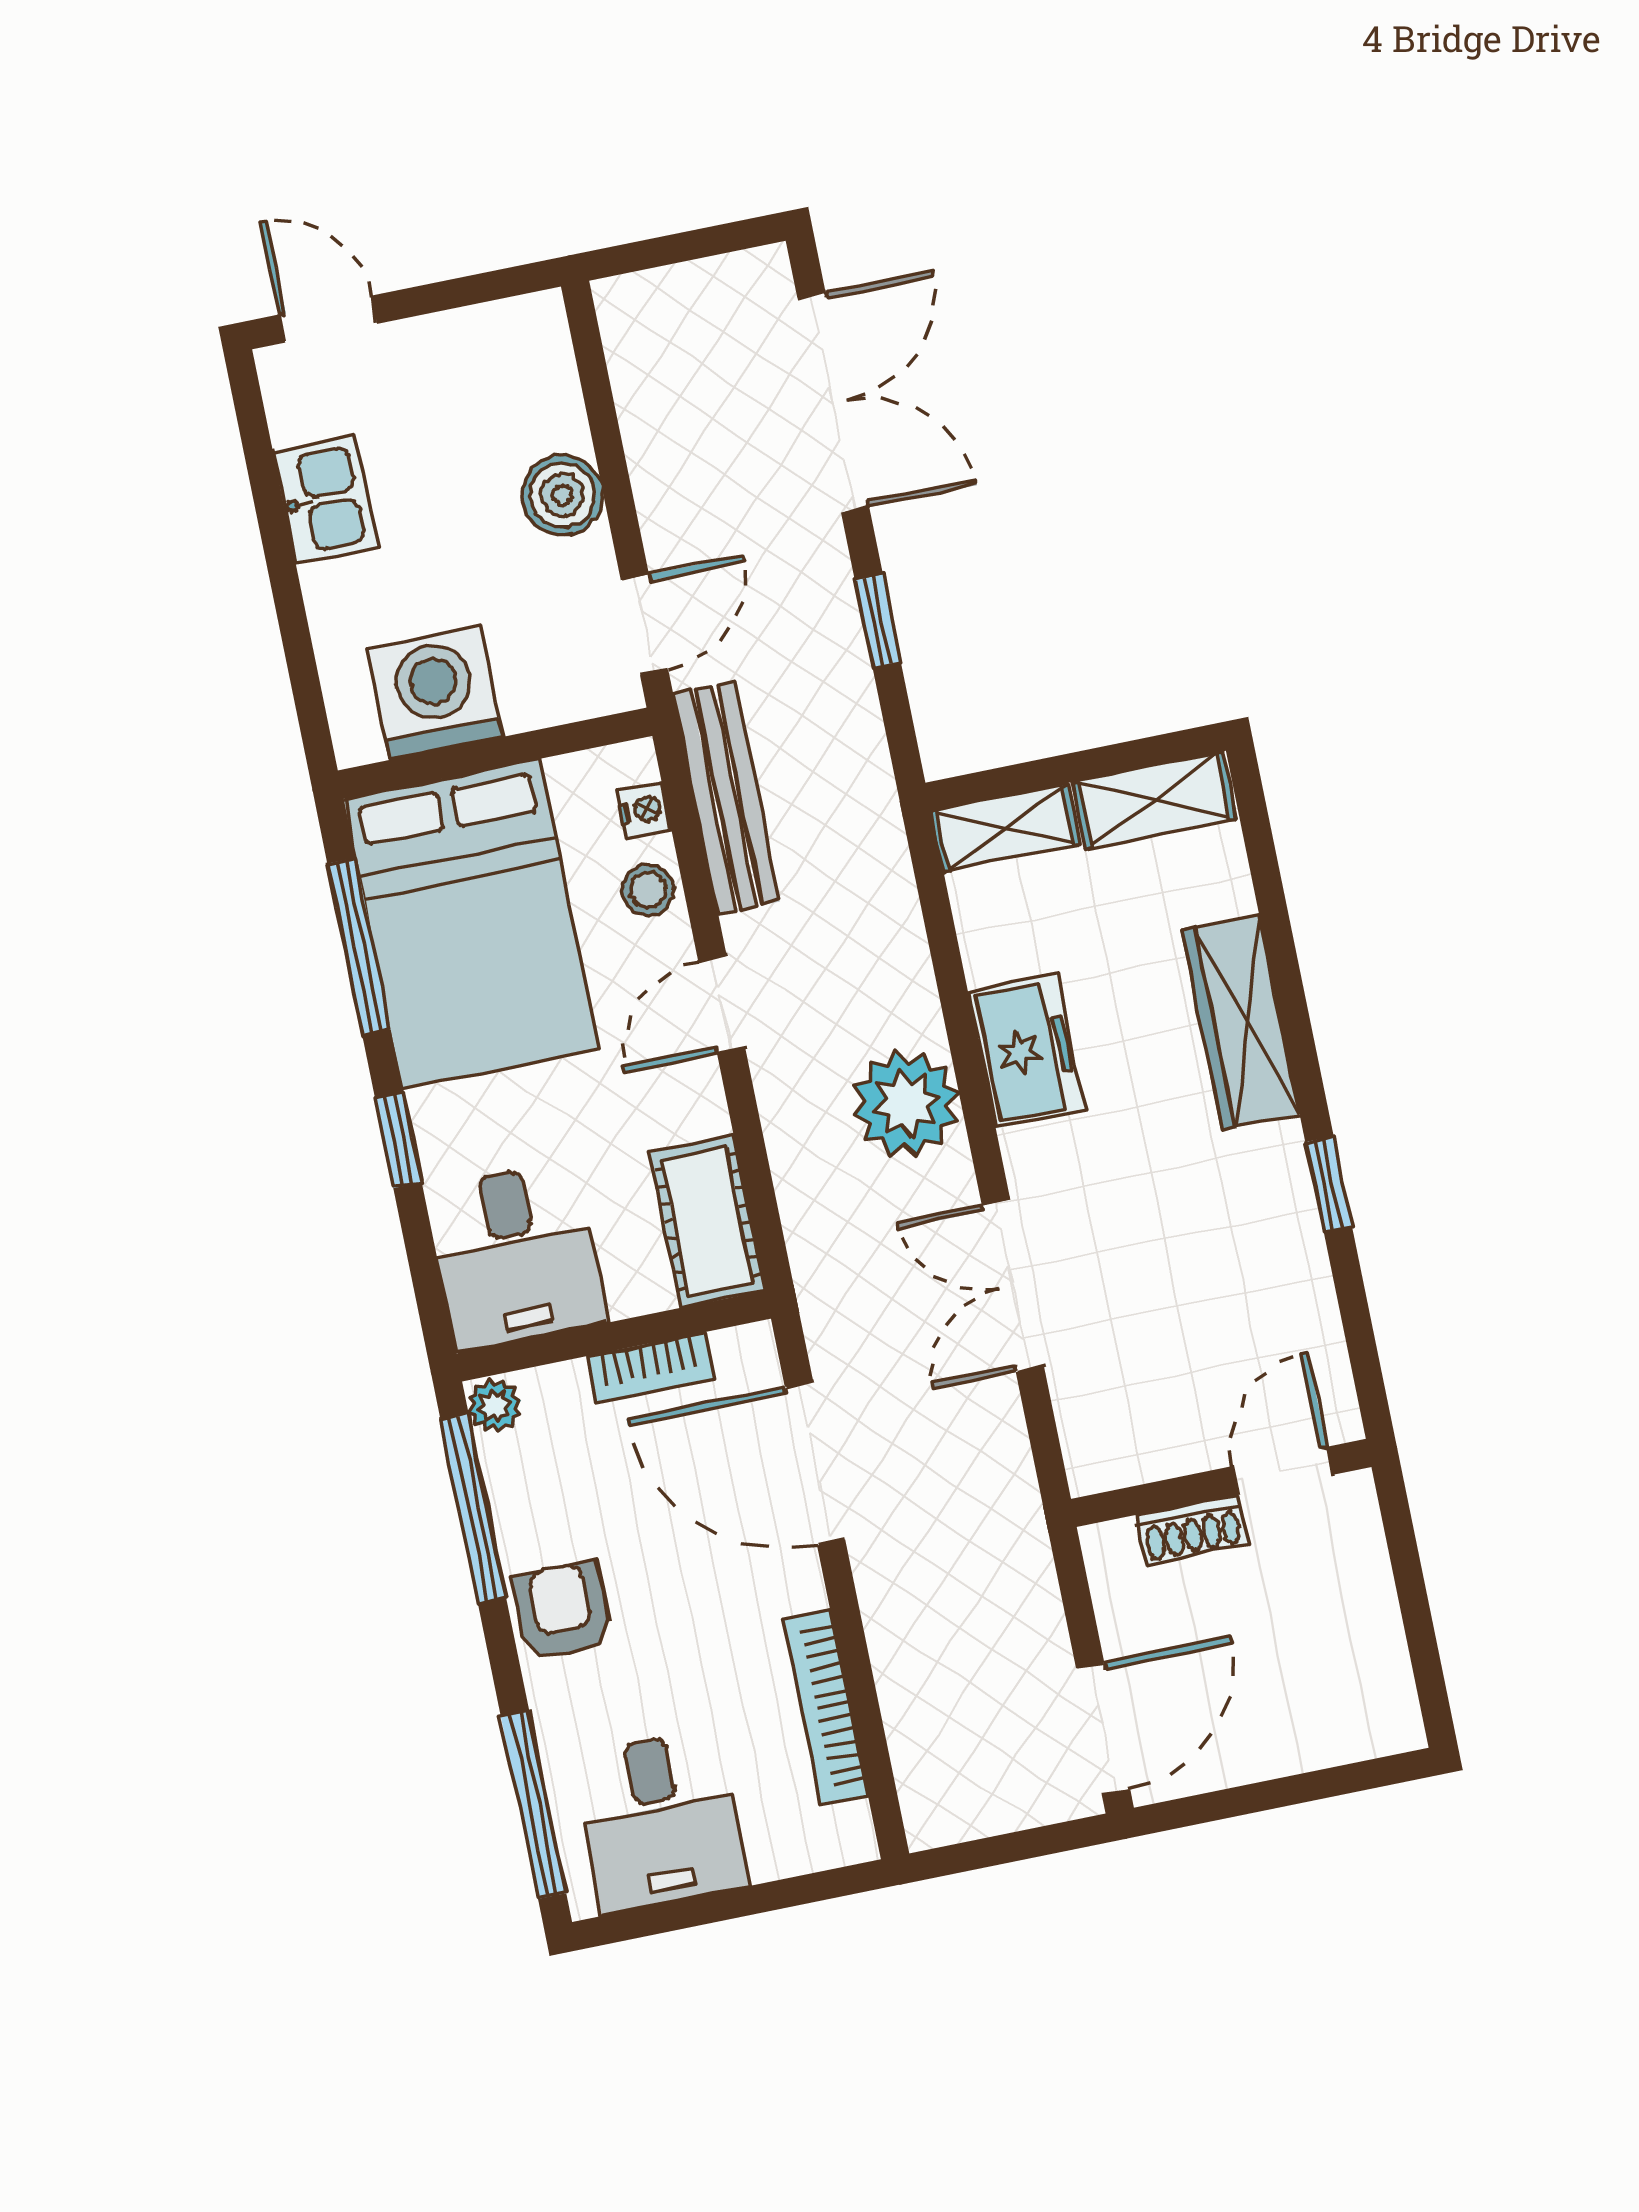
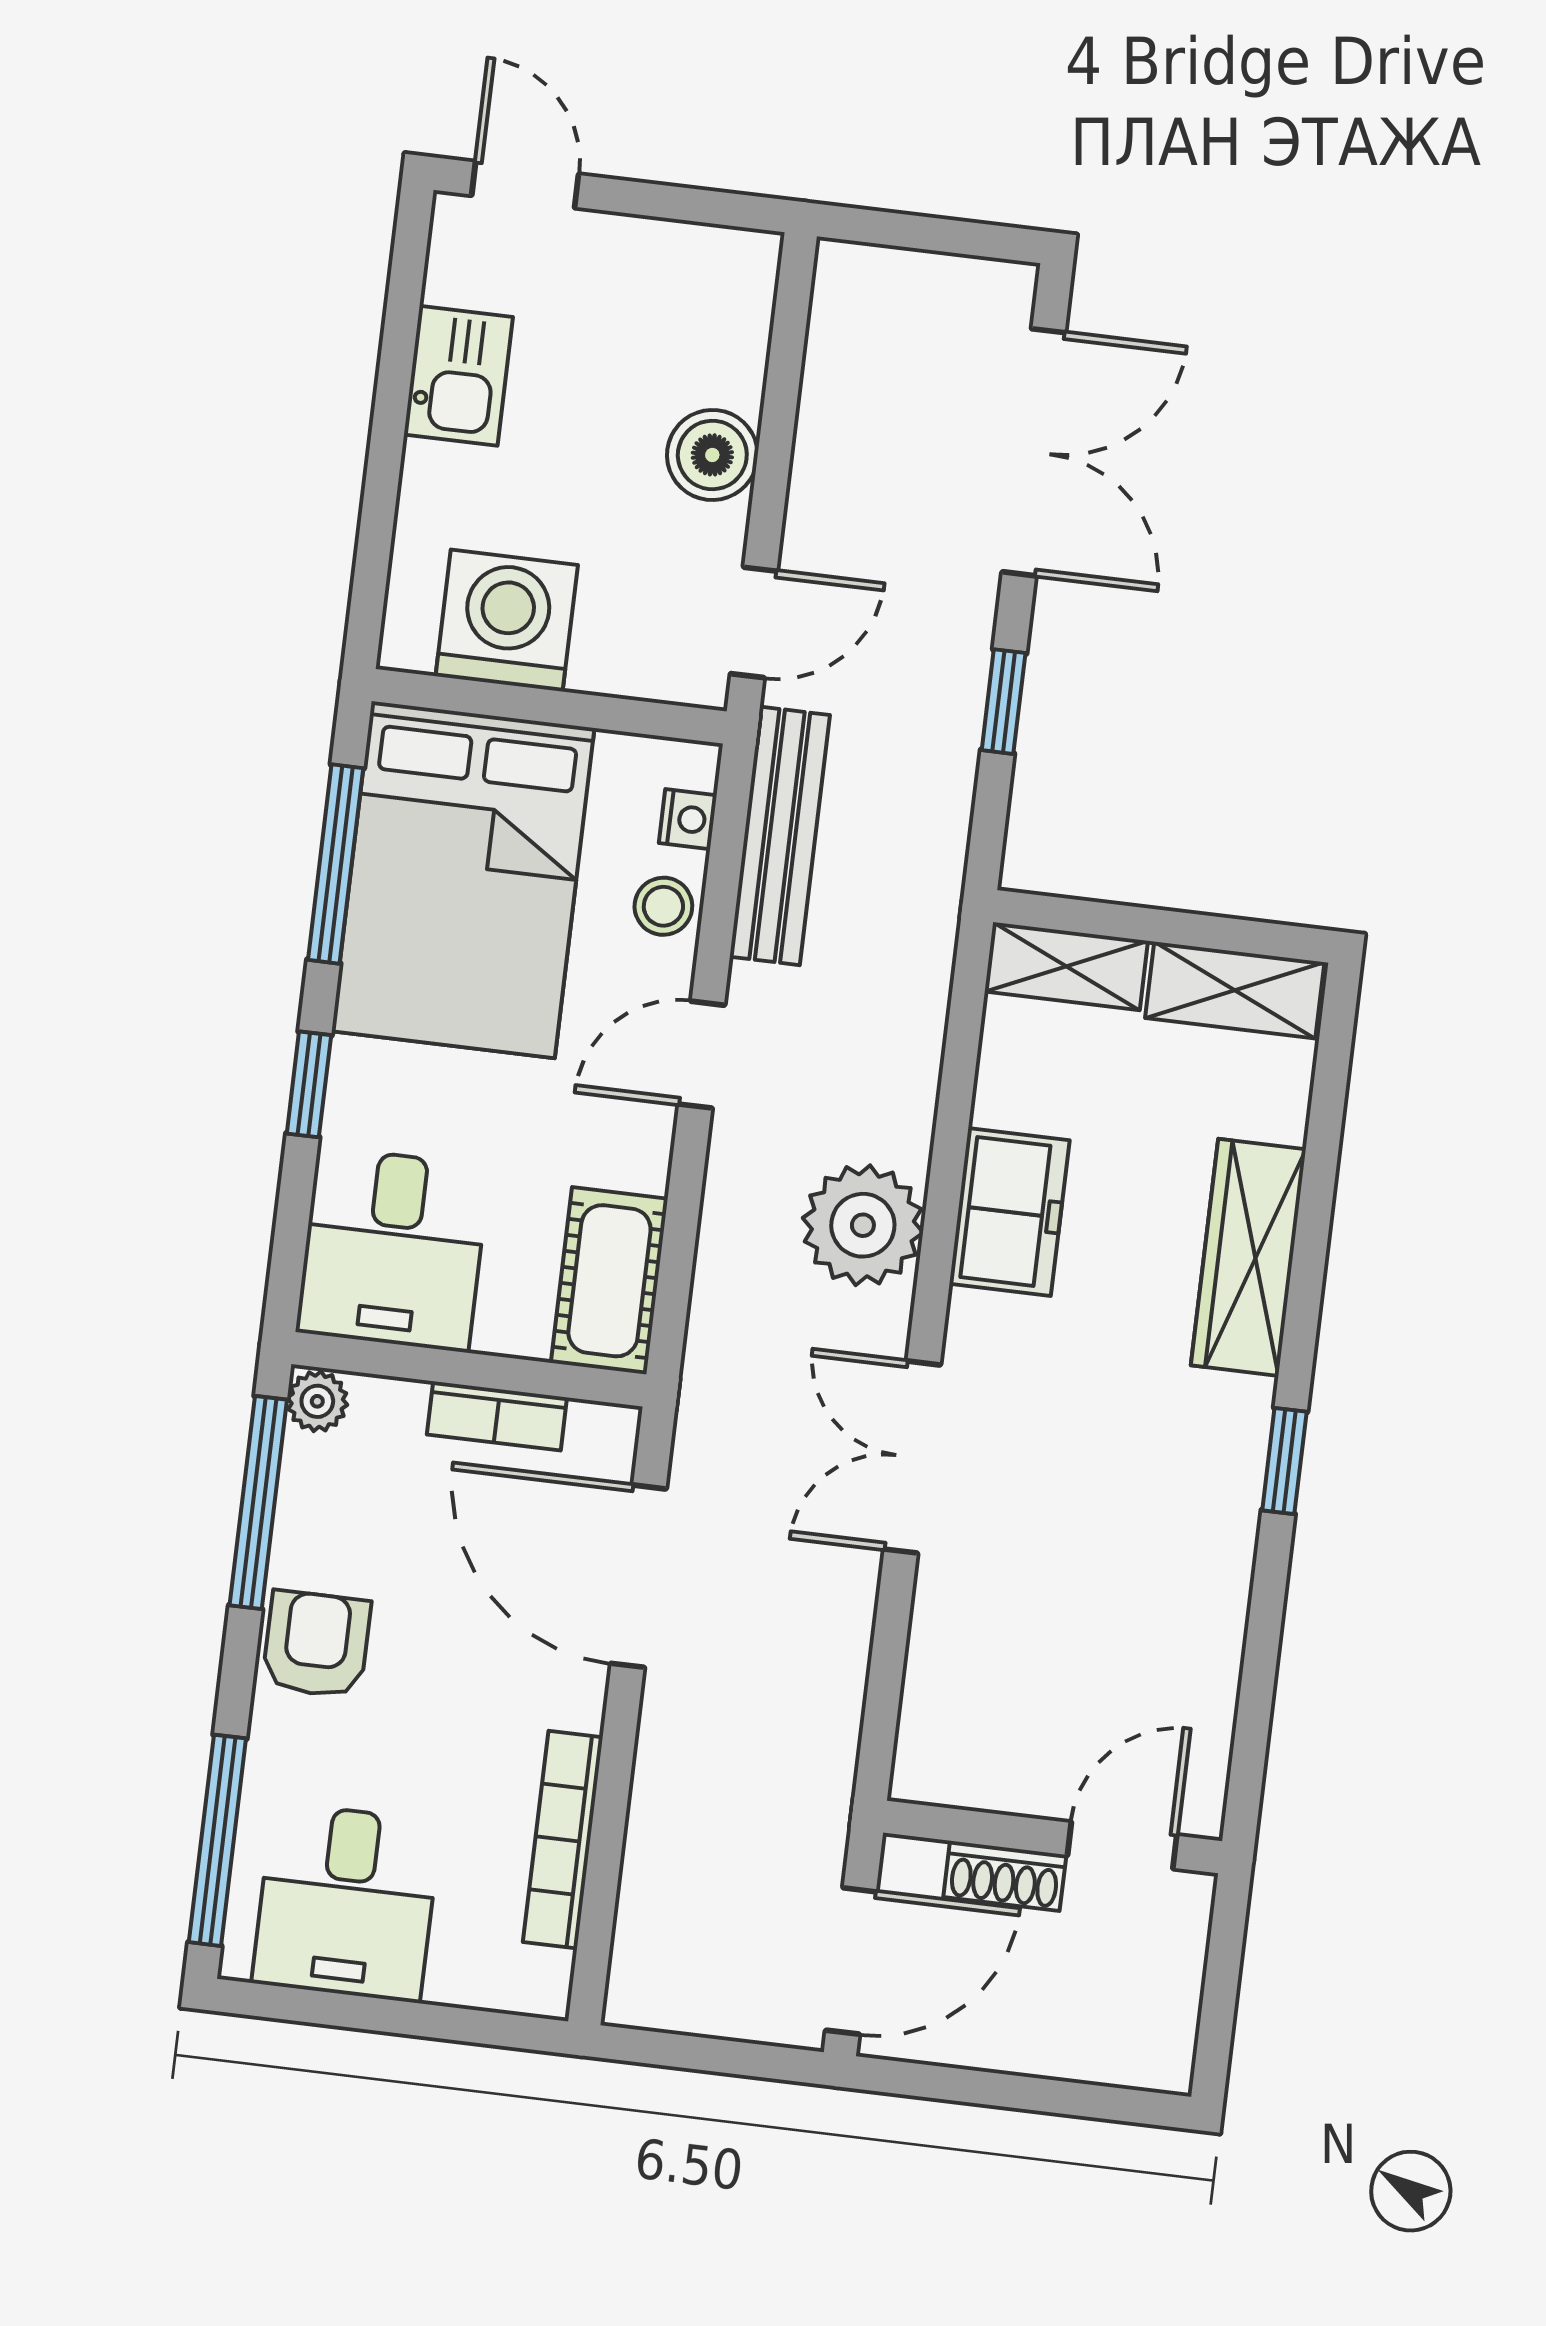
door: (1282, 1470) -> (1122, 1845), moved
wall: (1221, 1483) -> (1053, 1837), moved
shoe rack: (1192, 1529) -> (1005, 1876), moved

